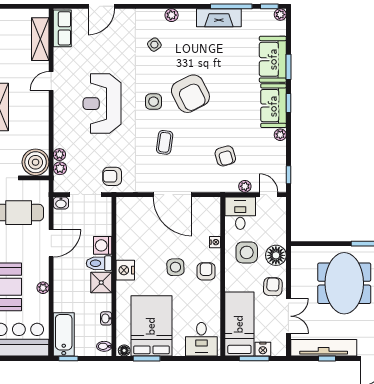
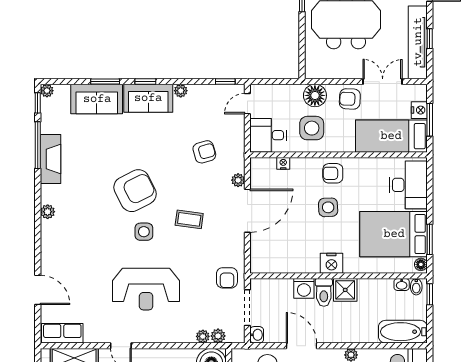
side table: (154, 45) -> (80, 231), removed
plant: (245, 186) -> (238, 180), moved
nightstand: (215, 242) -> (283, 163), moved
washbasin: (106, 318) -> (402, 285), moved
desk: (201, 339) -> (408, 185), width x1.37
window: (68, 358) -> (430, 294), moved

